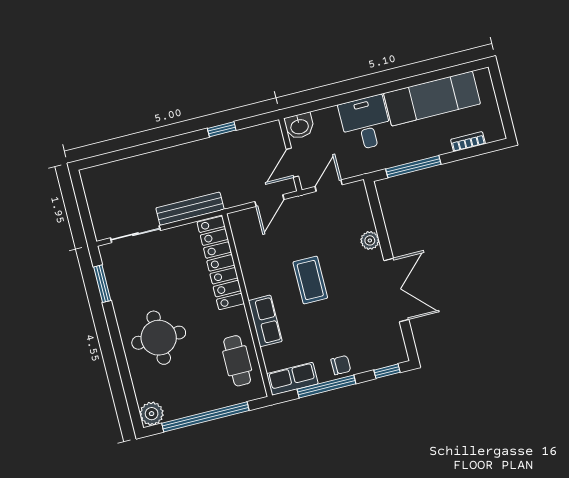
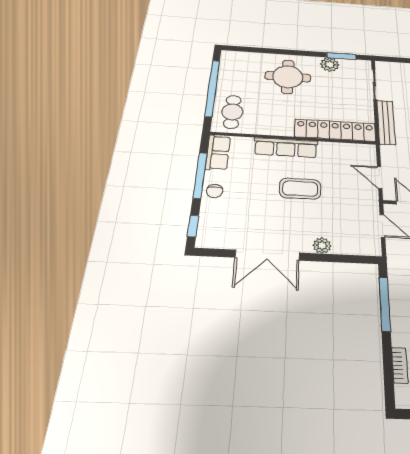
row of seats: (265, 321) -> (286, 148), width x1.48
cafe table: (237, 361) -> (232, 112), moved, turned 90
plant: (152, 414) -> (330, 65), moved

